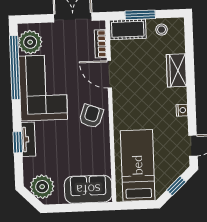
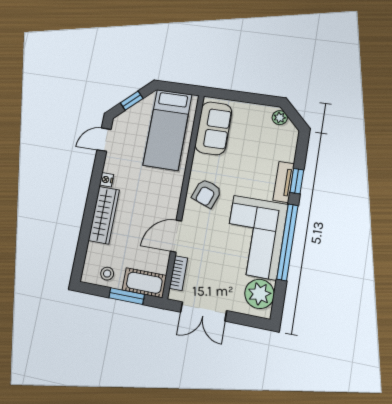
window: (15, 68) -> (287, 242), moved
wardrobe: (176, 70) -> (104, 215), width x1.50
door: (109, 74) -> (176, 236), swing flipped
plant: (42, 187) -> (280, 118), width x0.53, depth x0.53
sofa: (88, 189) -> (213, 128), moved, turned -90

